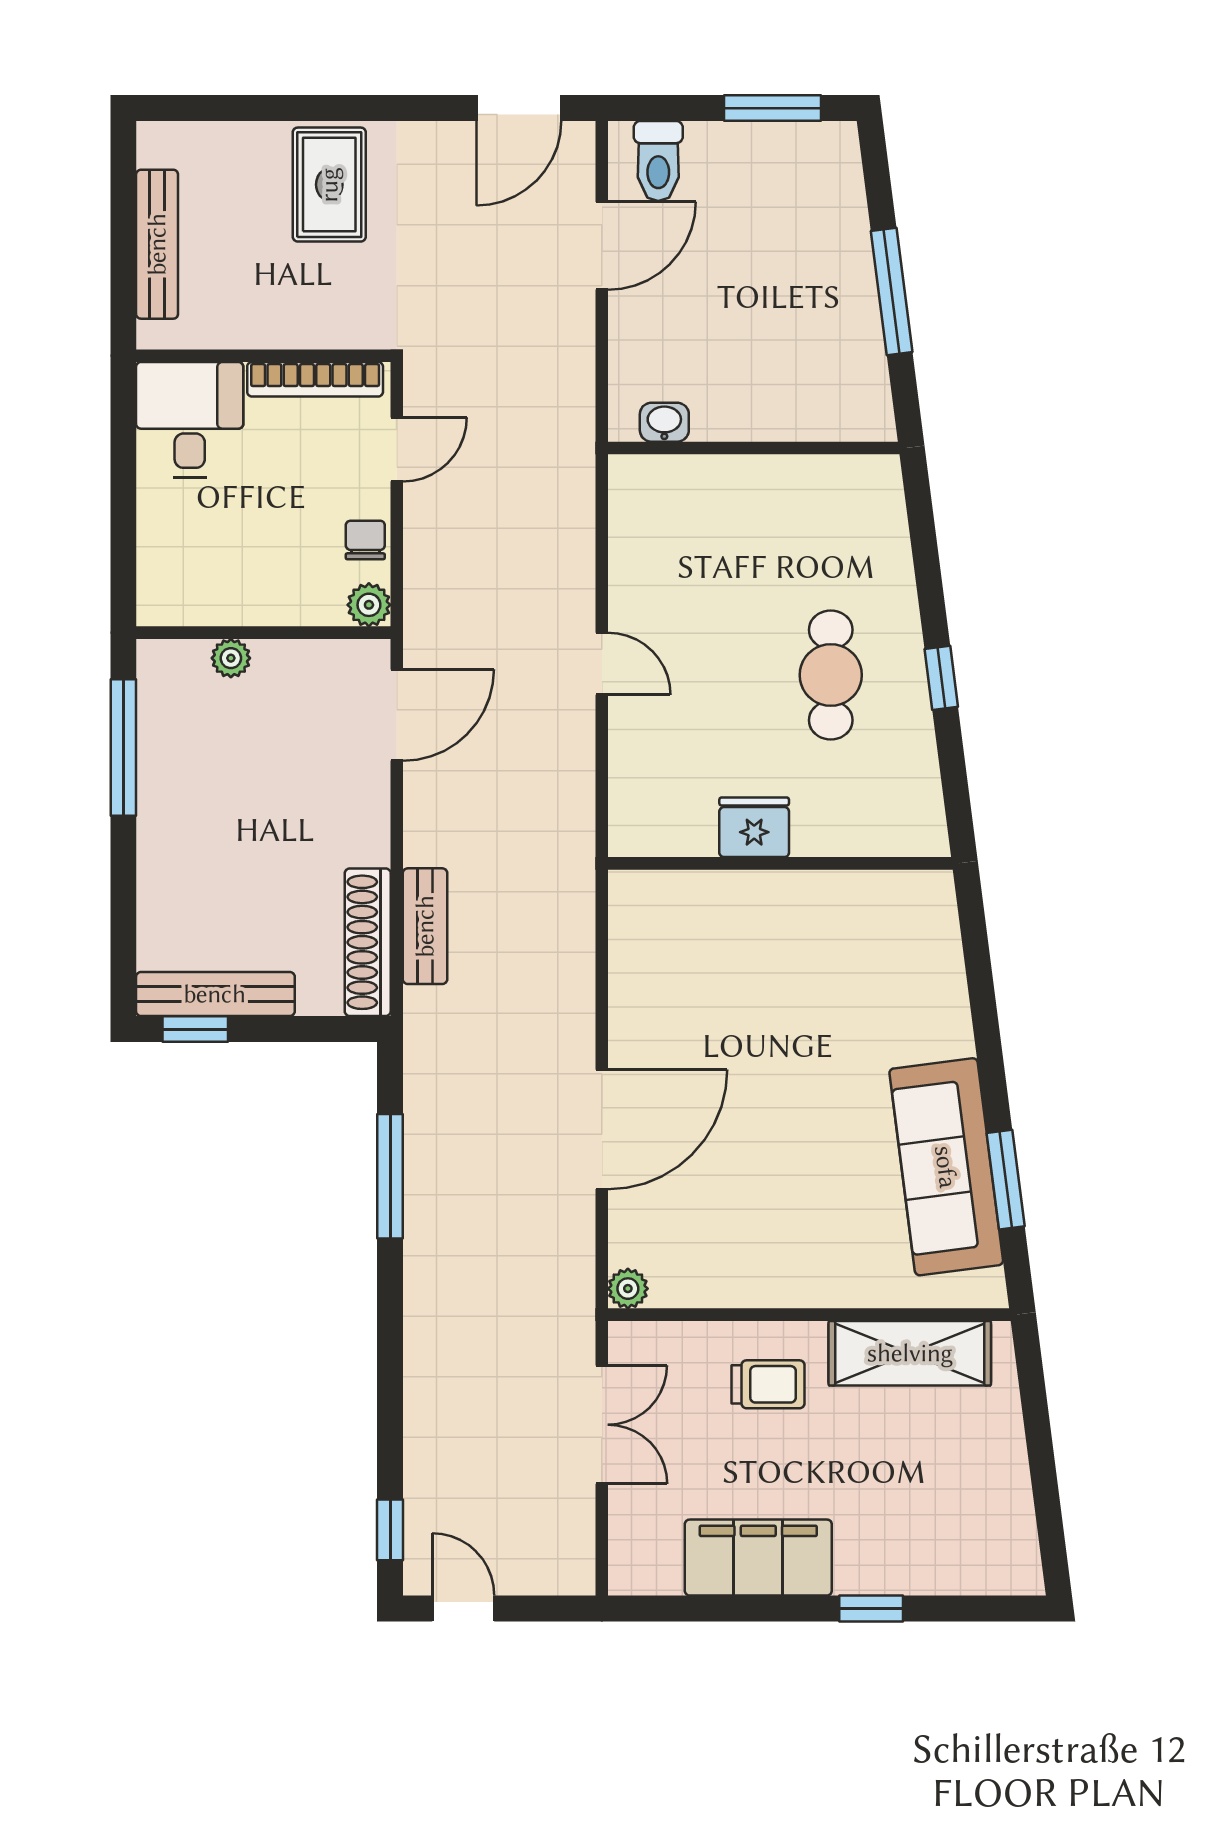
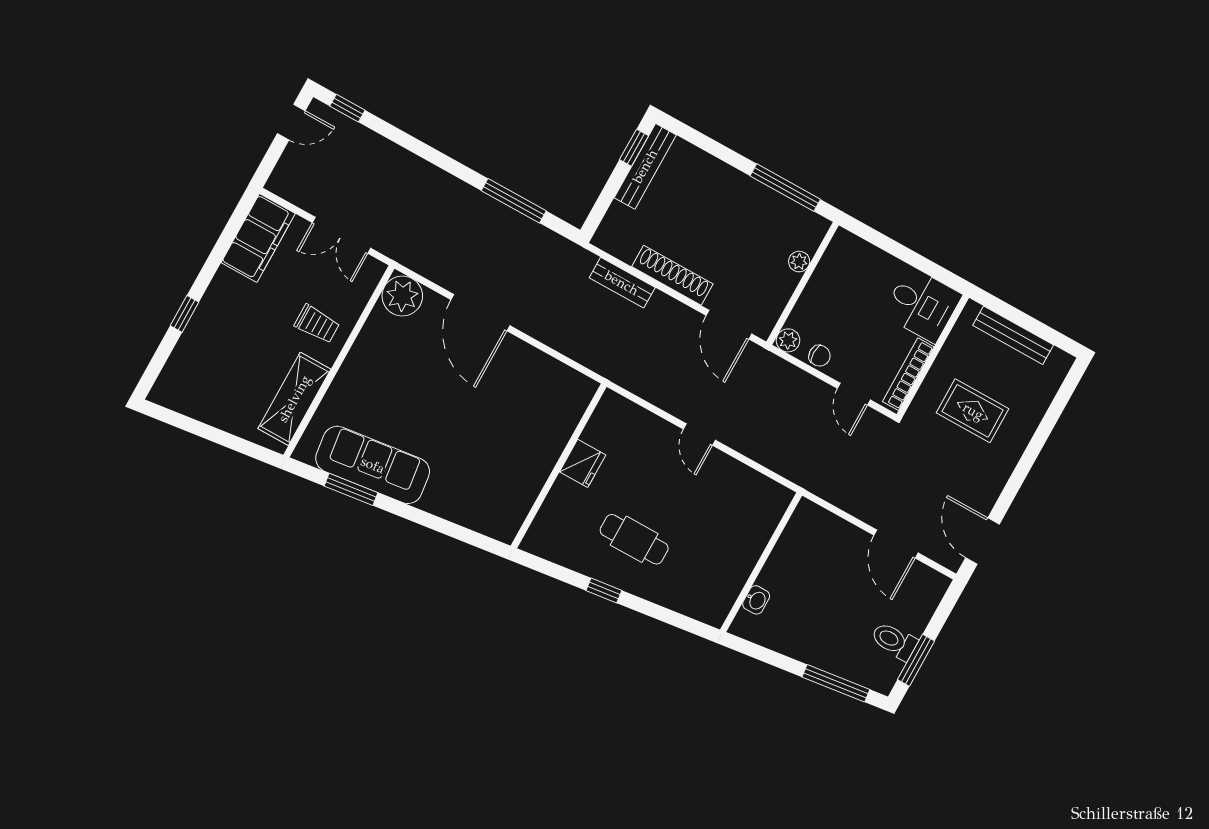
toilet: (658, 161) -> (894, 641), moved
rug: (329, 185) -> (973, 411), moved
window: (892, 292) -> (836, 683), moved
washbasin: (664, 422) -> (756, 600), moved
door: (602, 664) -> (699, 435), hinge flipped
shoe rack: (368, 942) -> (672, 275), moved
plant: (628, 1289) -> (402, 296), width x1.87, depth x1.87
trolley: (768, 1384) -> (317, 324), turned -90
filing cabinet: (758, 1558) -> (258, 238), moved

